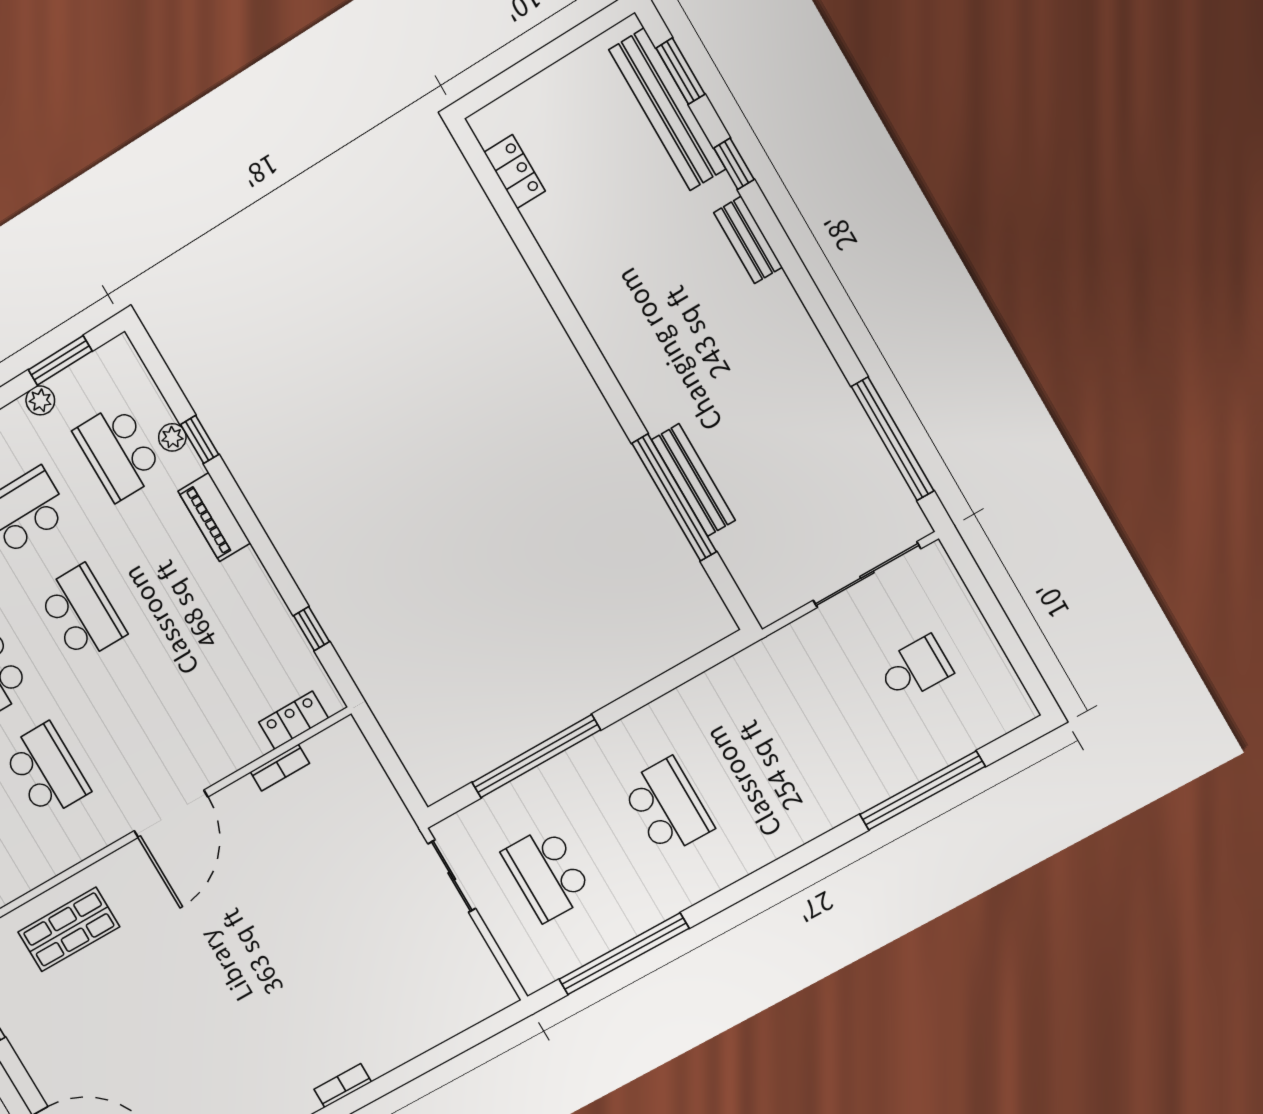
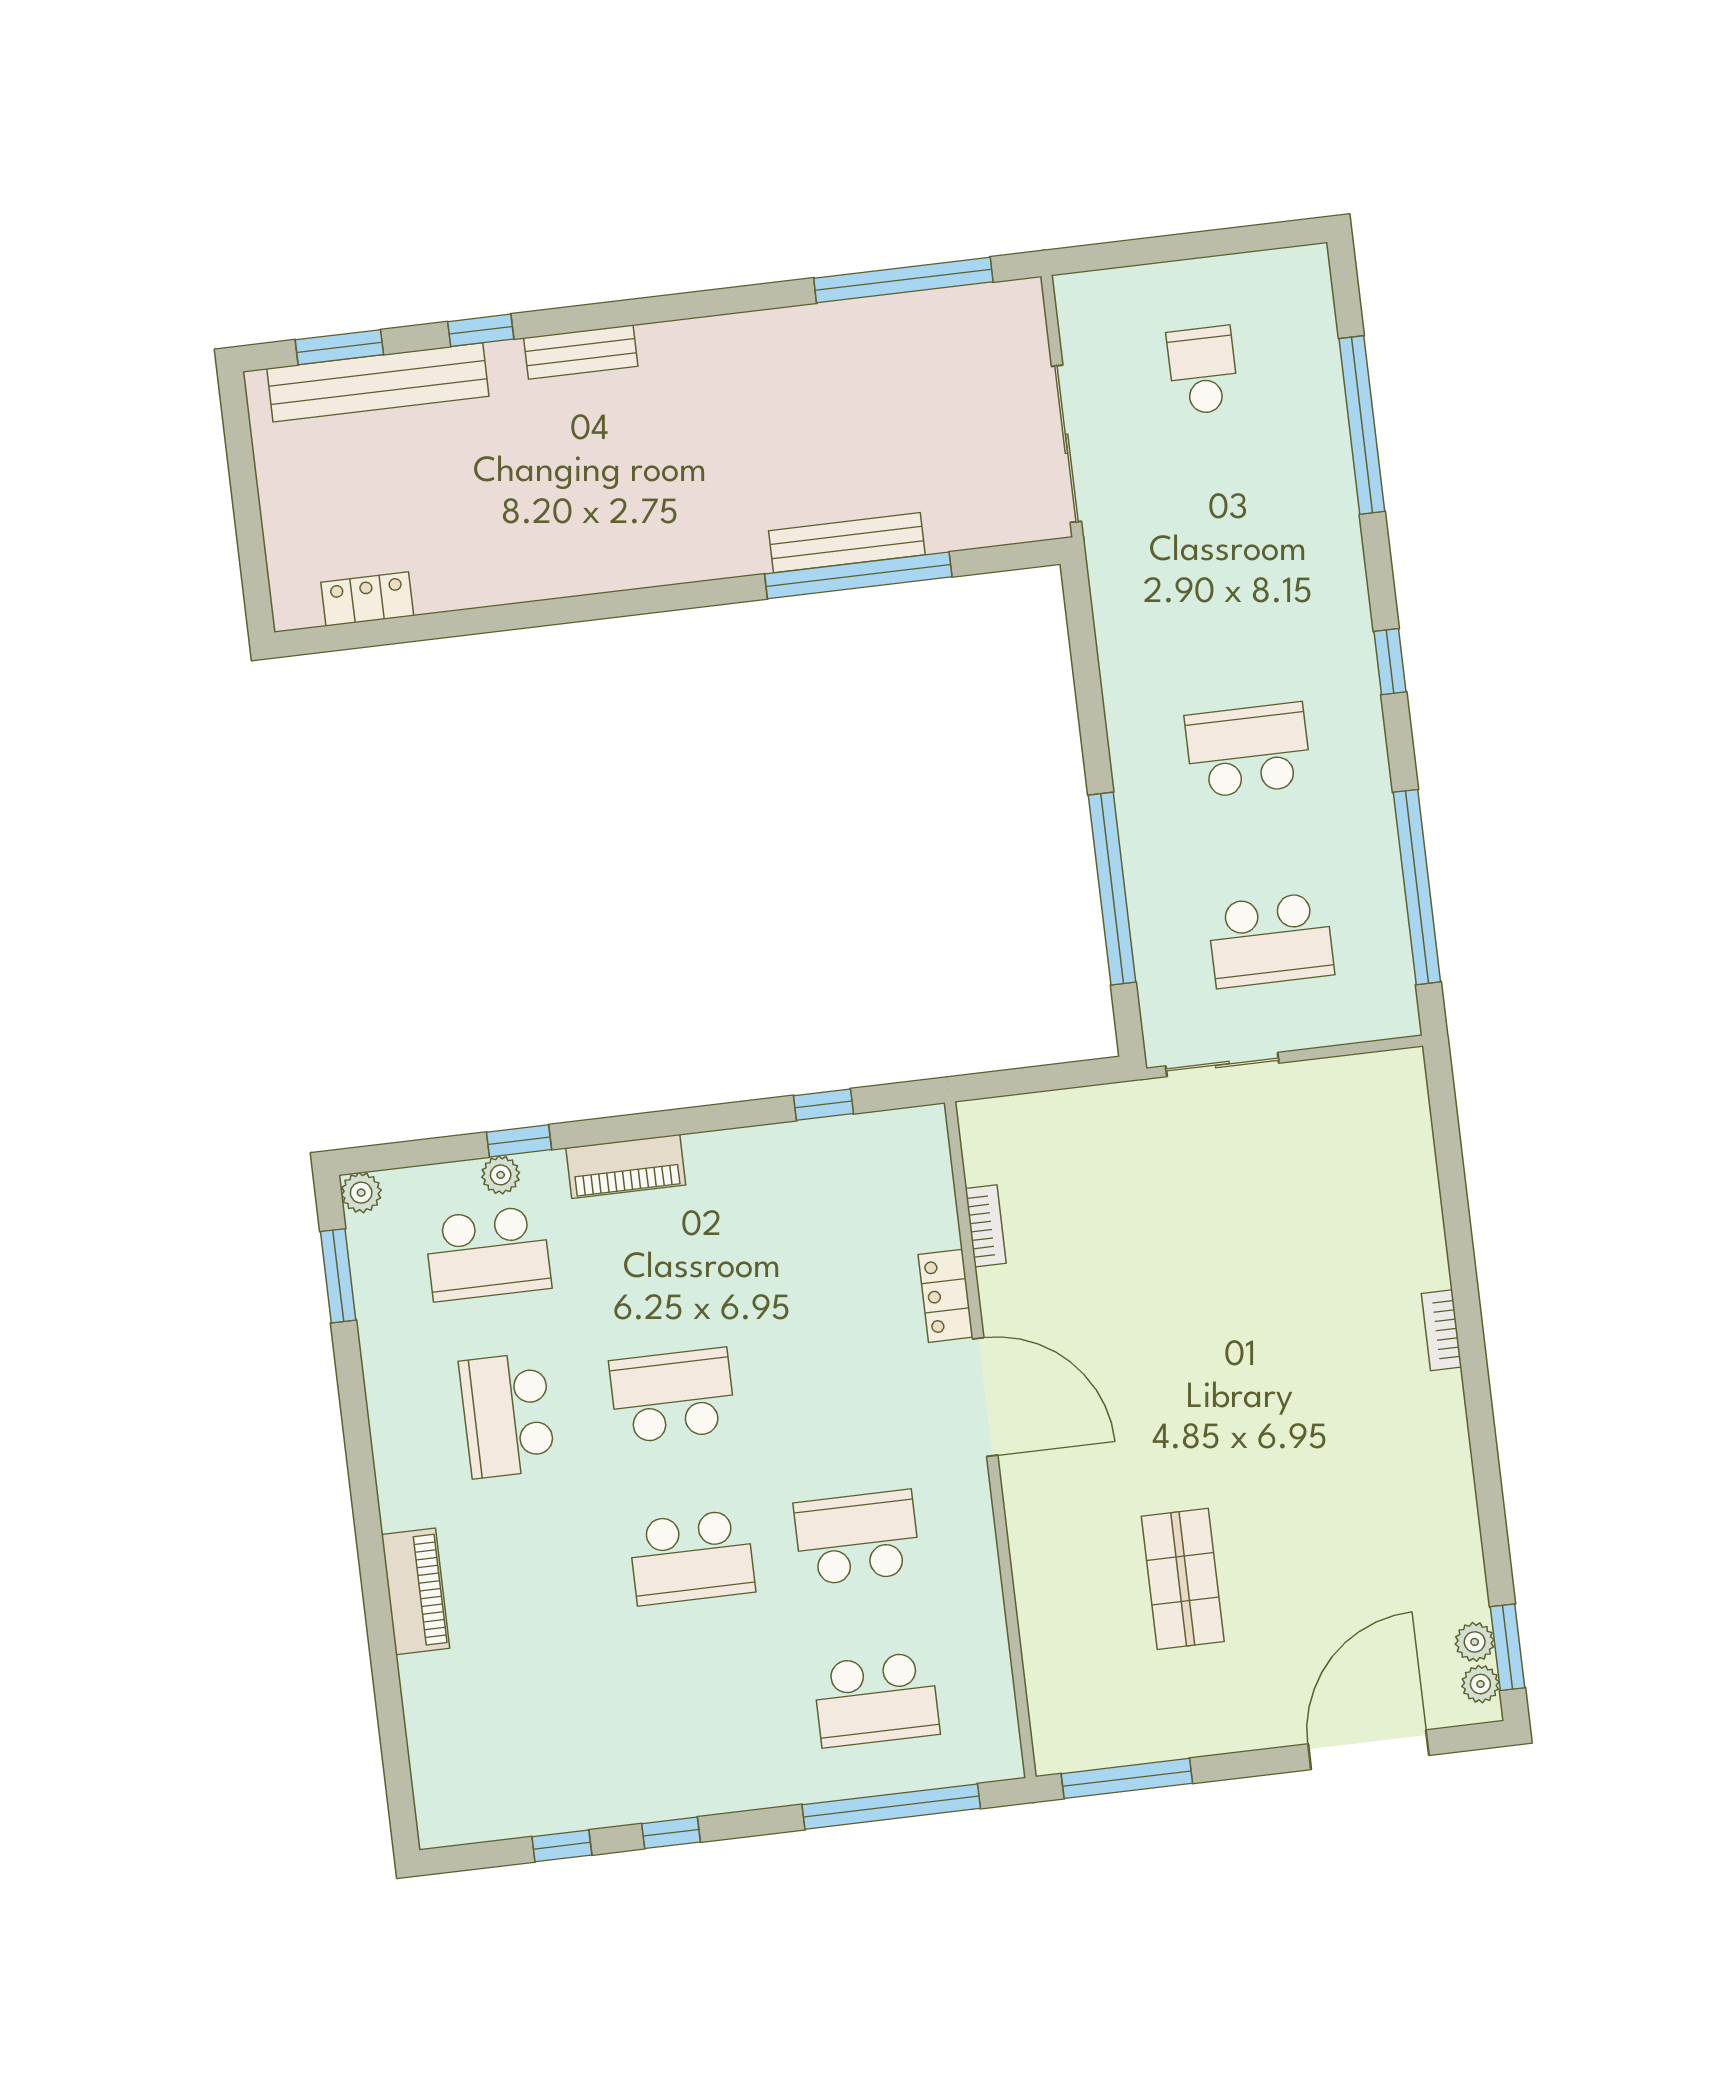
plant: (40, 400) -> (361, 1193), moved
sliding door: (867, 575) -> (1067, 444), moved
locker: (294, 720) -> (946, 1296), moved
window: (768, 875) -> (1390, 662), added
shop shelf: (69, 929) -> (1183, 1579), moved

